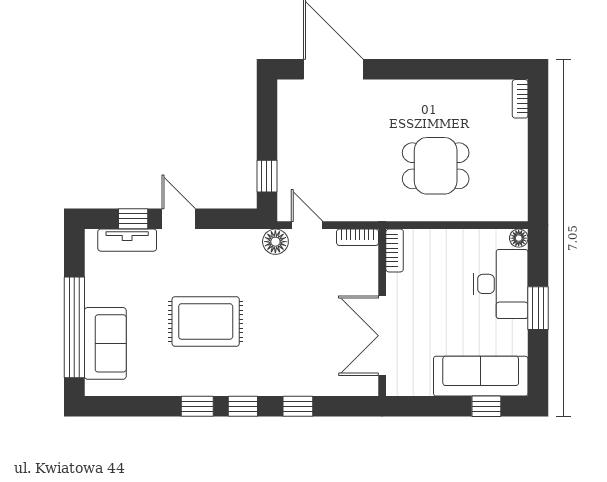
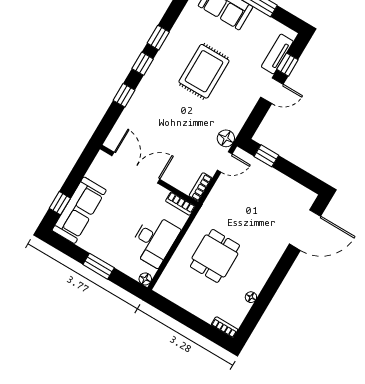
floor lamp: (461, 88) -> (251, 297), added
desk: (501, 284) -> (154, 240), moved, turned -90

